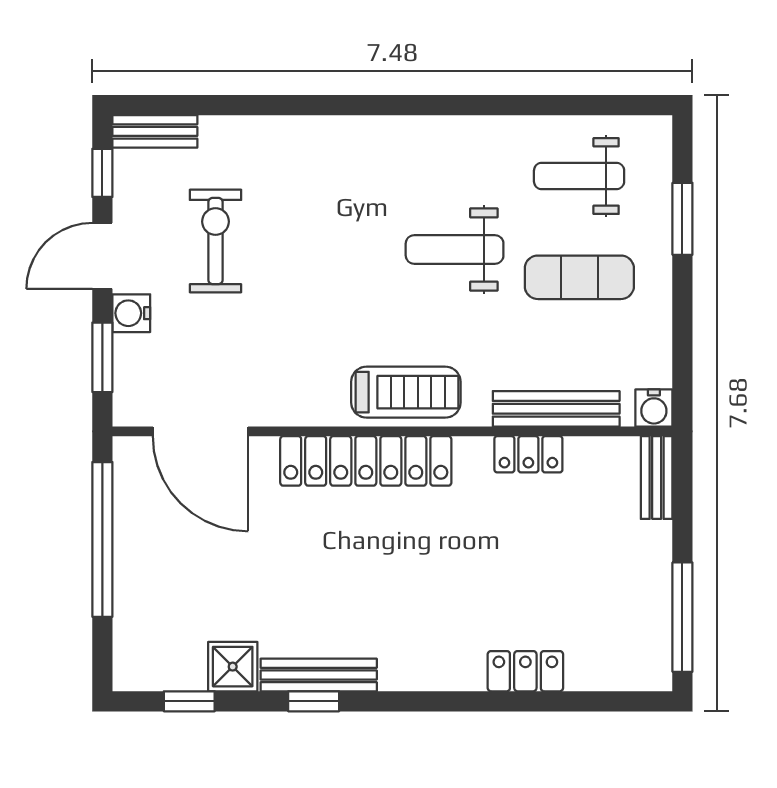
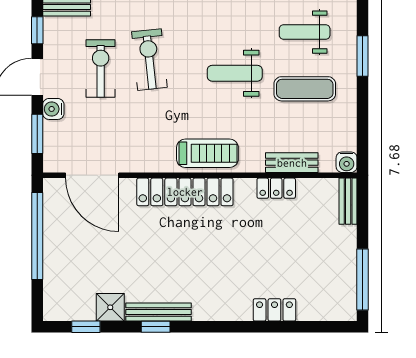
exercise bike: (302, 225) -> (149, 60), added
bench: (556, 409) -> (292, 163), width x0.73

